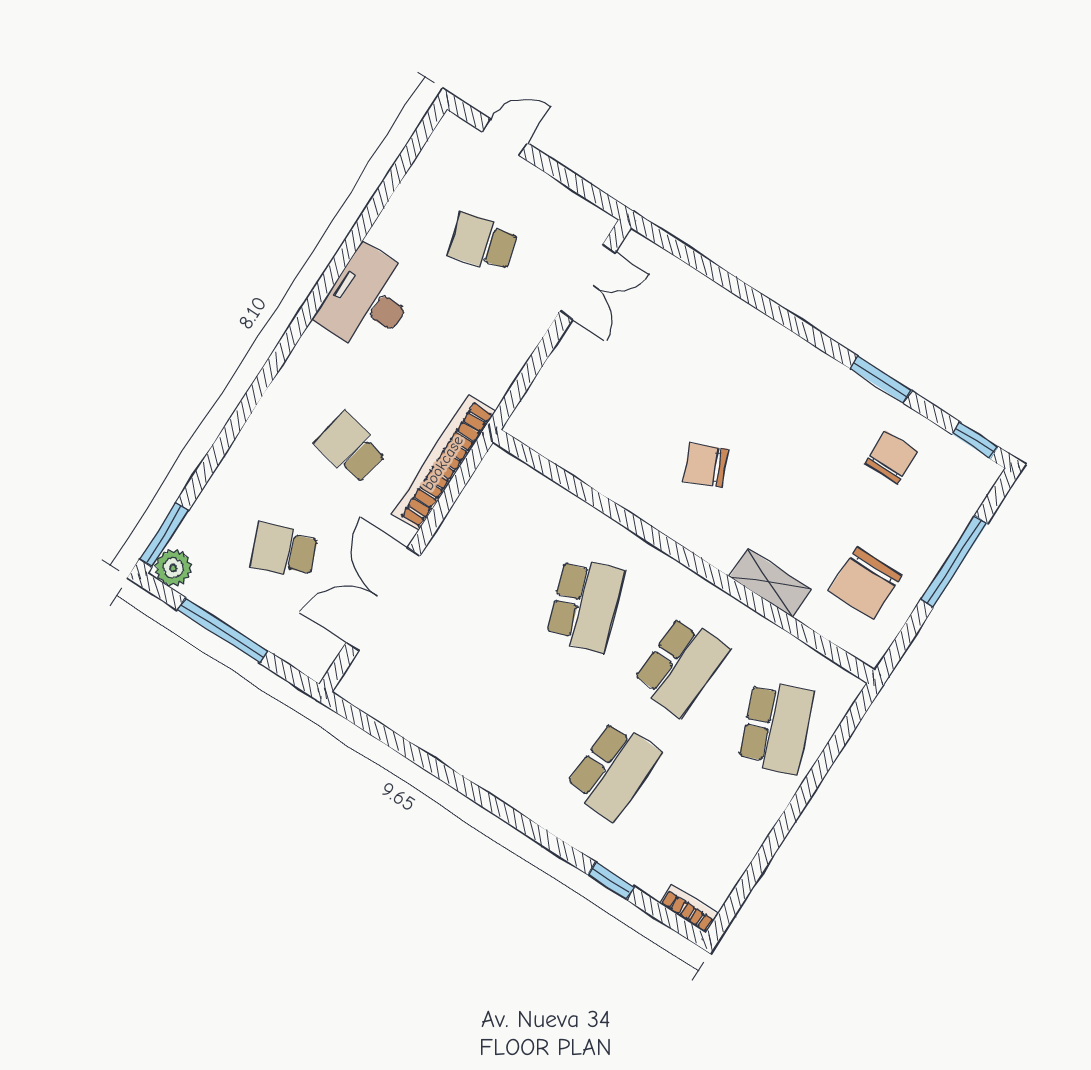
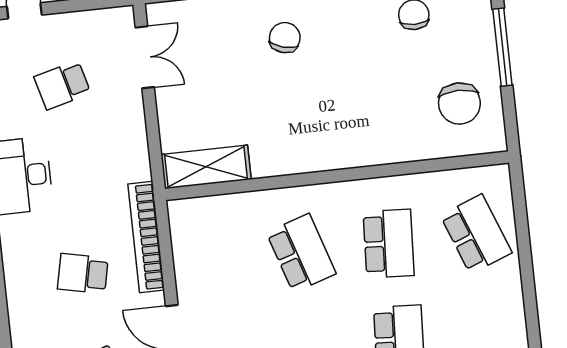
chair: (706, 465) -> (285, 38), moved, turned 130
shelving: (770, 583) -> (206, 167), moved, width x1.50, depth x1.33

